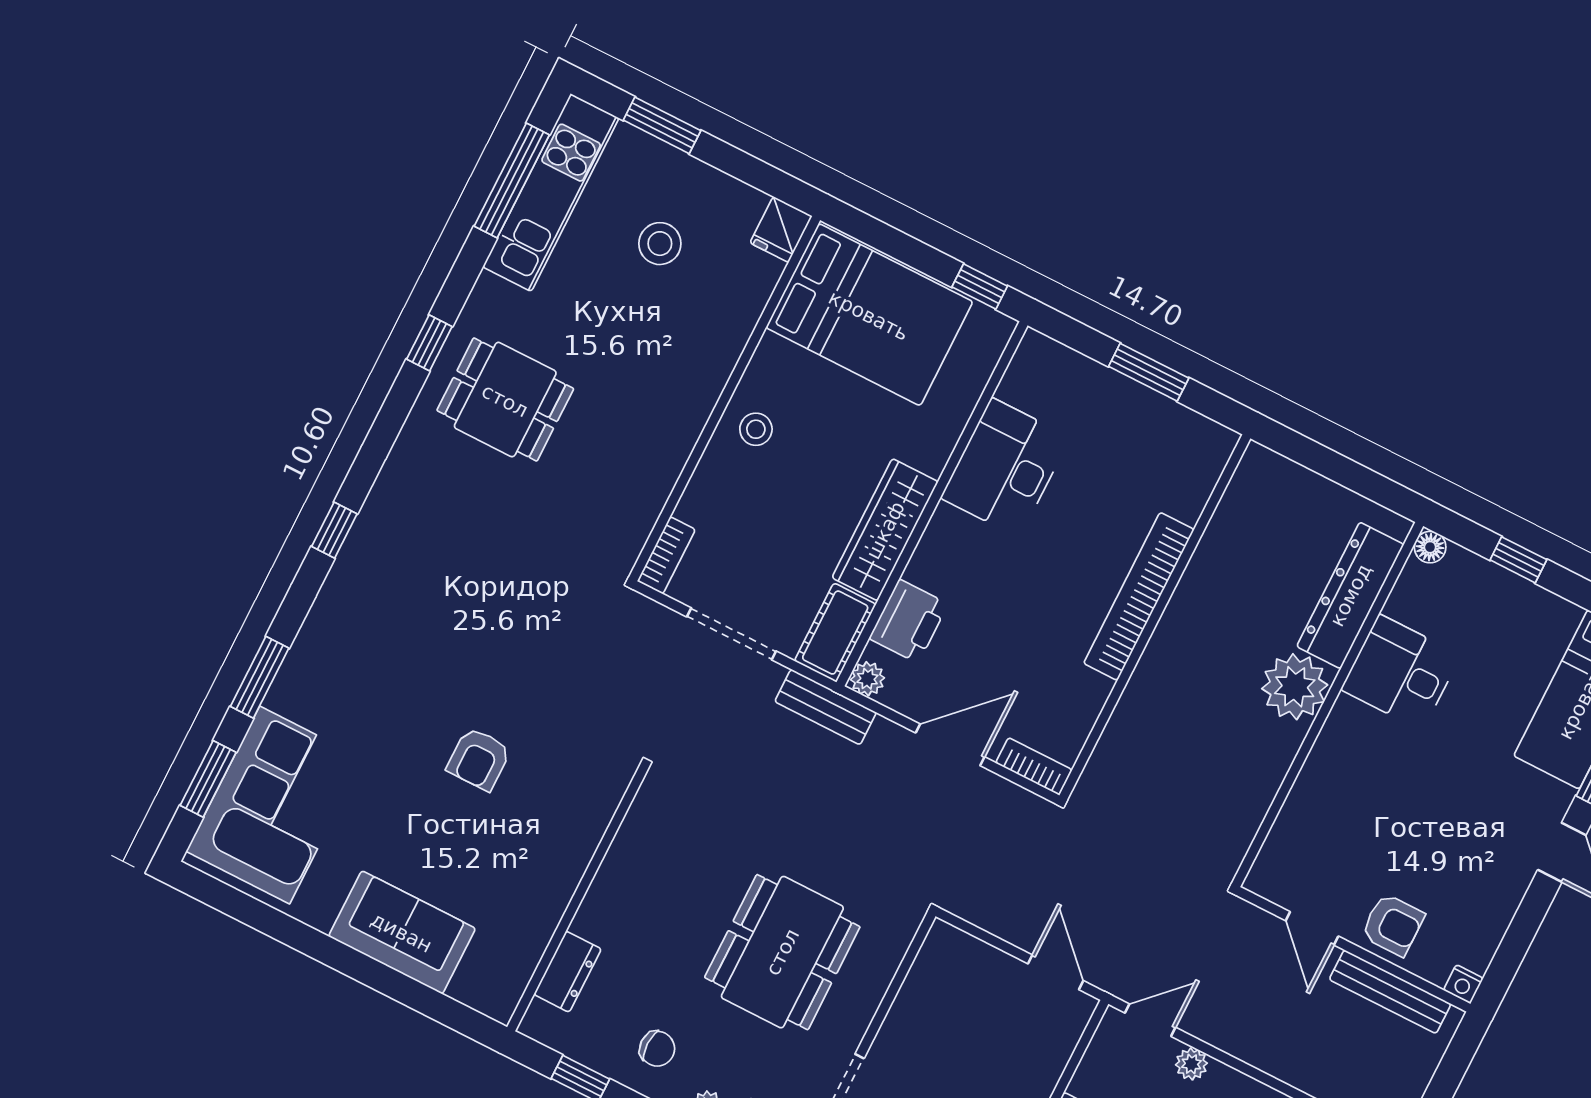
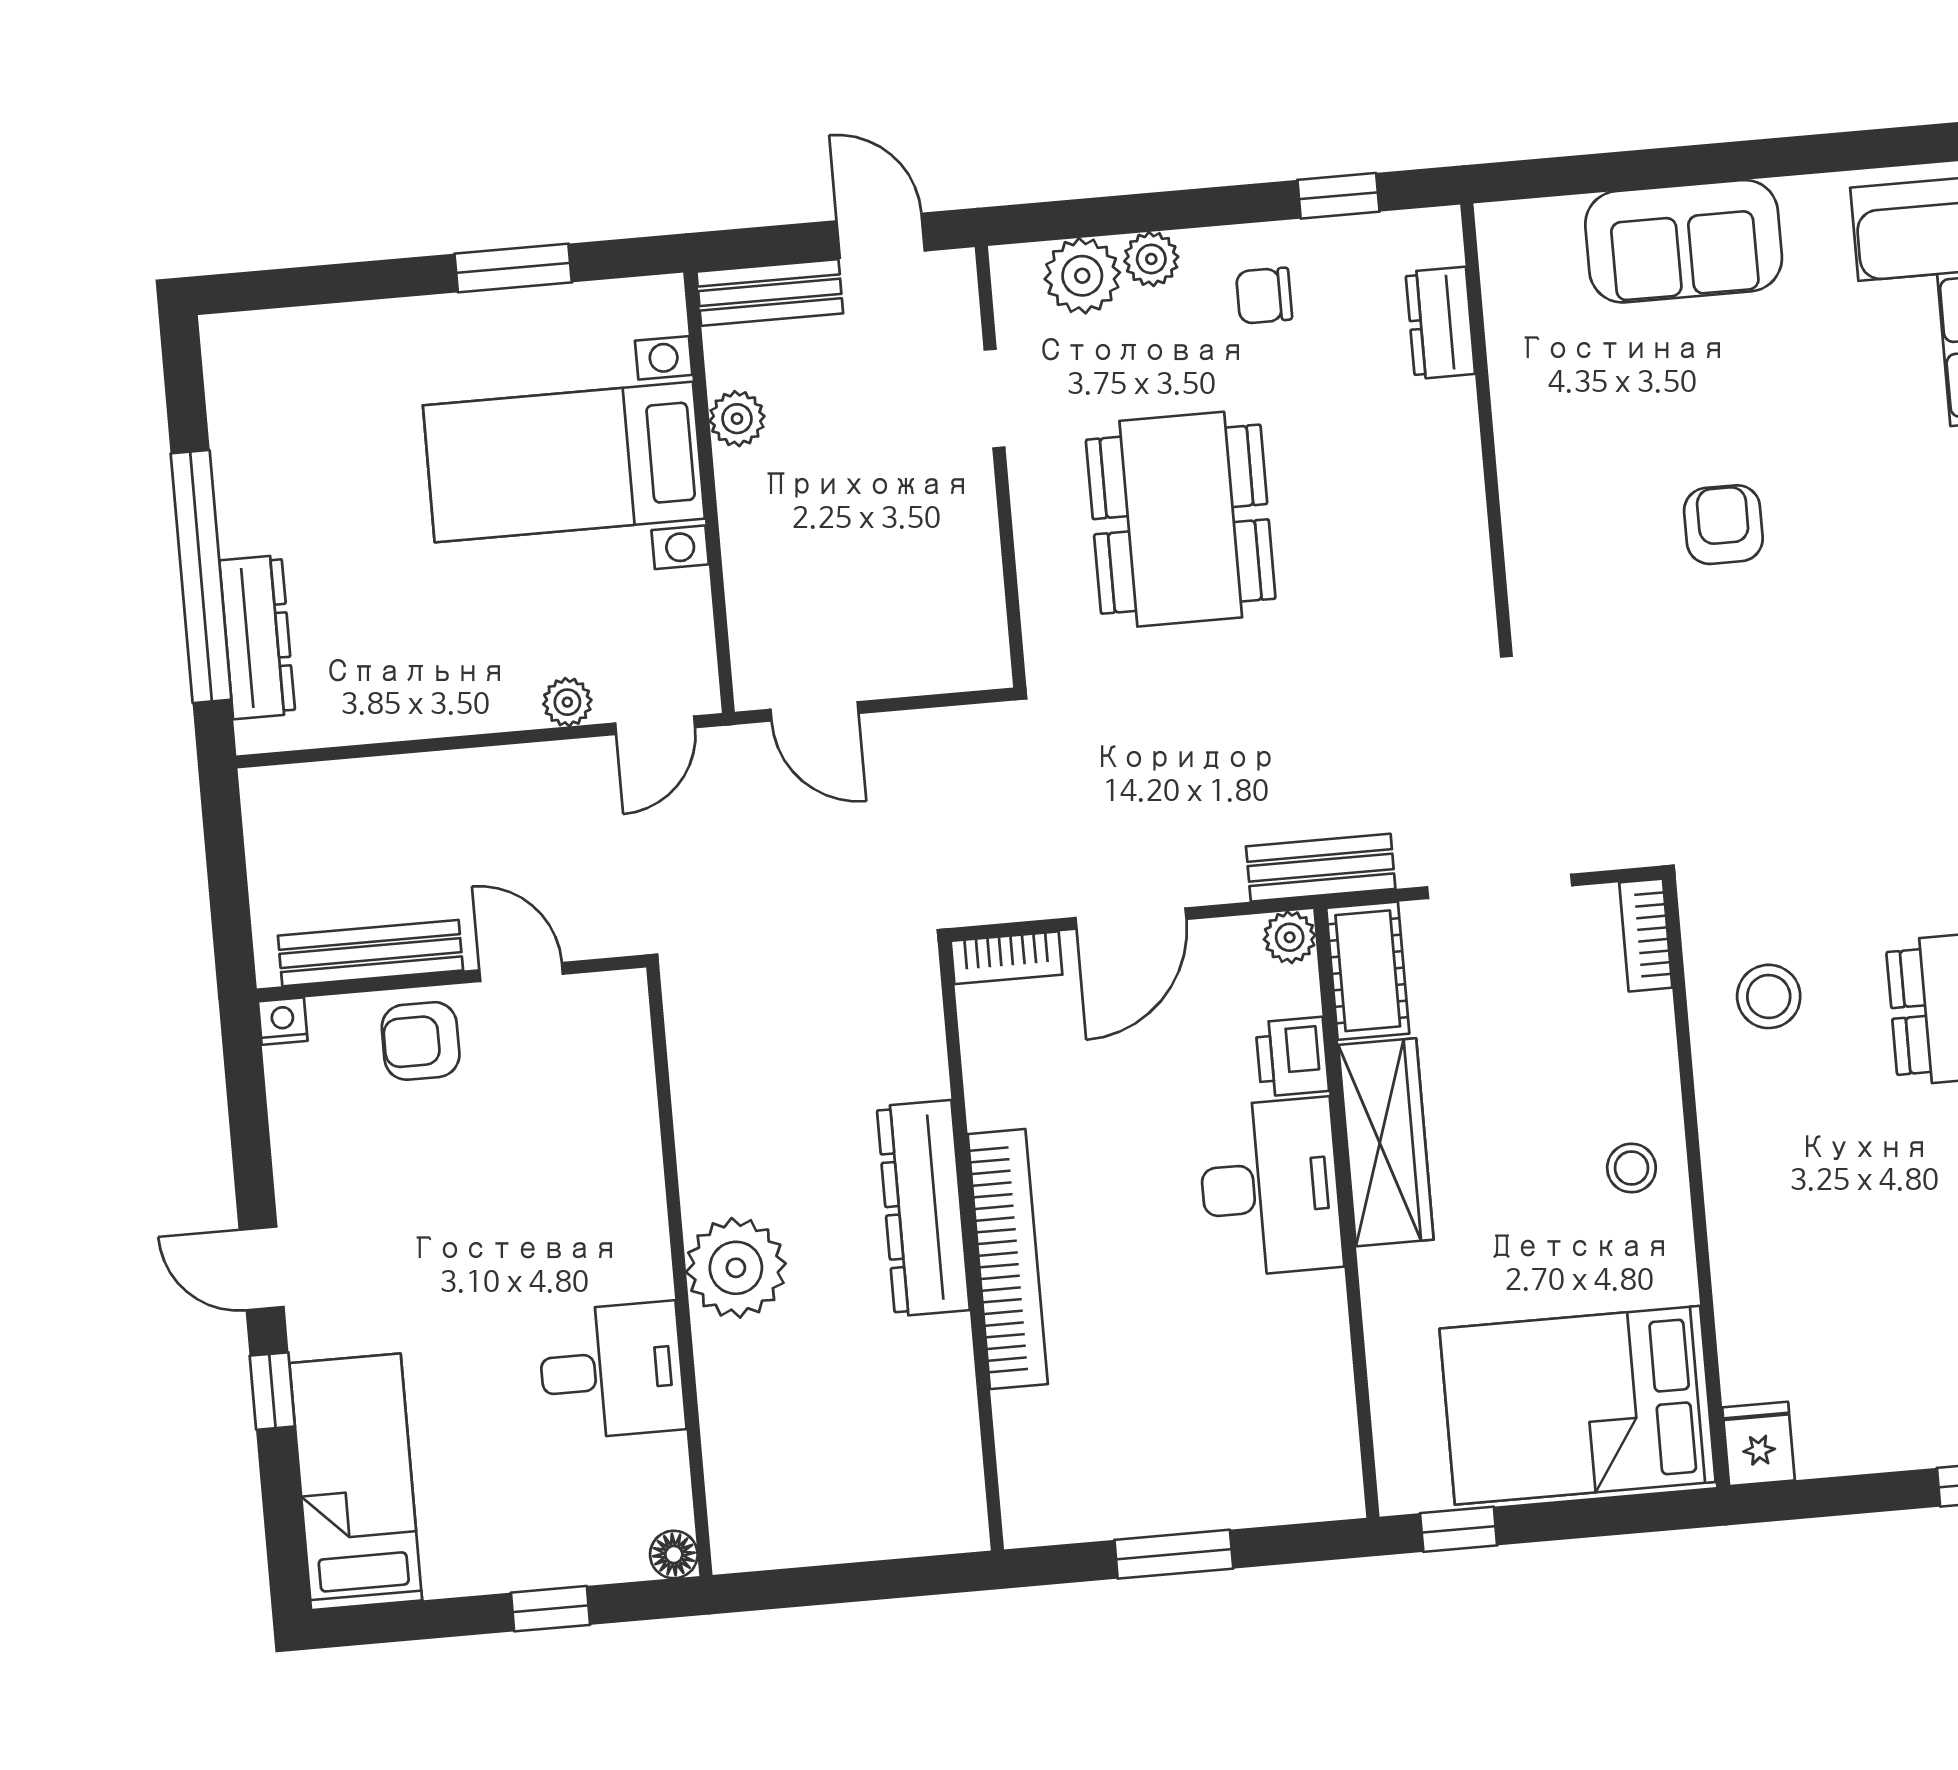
stool: (660, 244) -> (1769, 996), moved
desk: (1005, 468) -> (1270, 1187), moved
dresser: (1350, 595) -> (923, 1208), moved, turned 180
printer: (909, 621) -> (1292, 1057), width x0.73, depth x0.81

